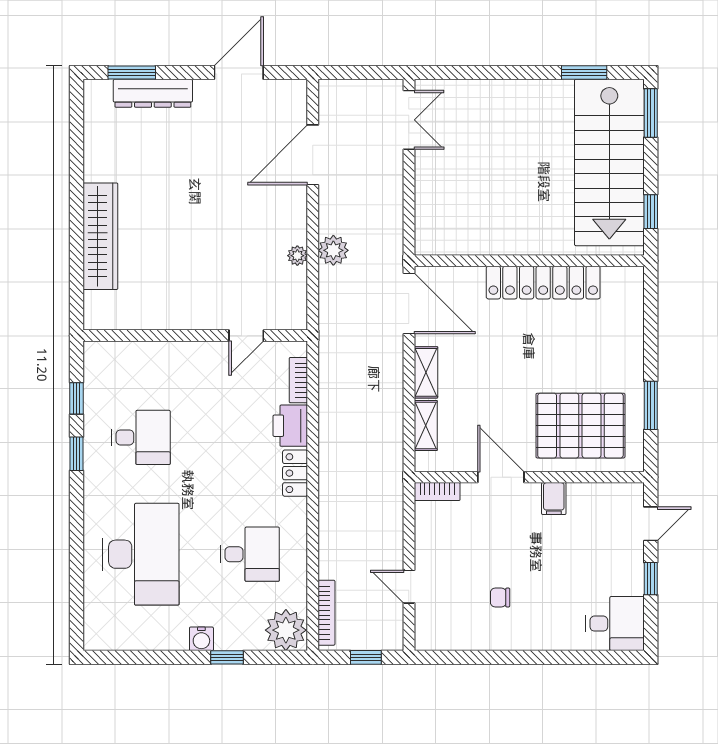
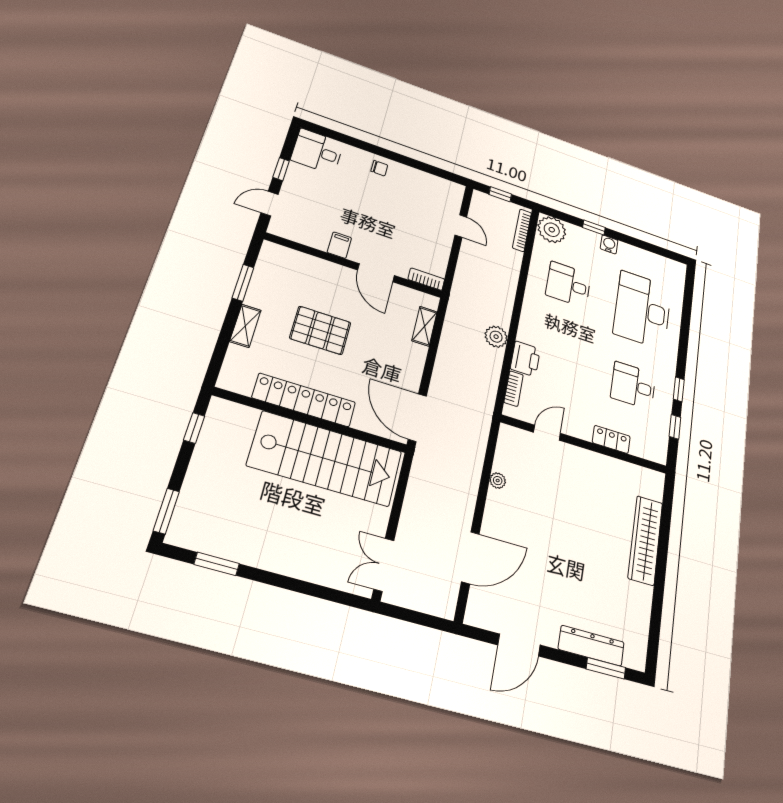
stairs: (609, 162) -> (325, 459), moved, turned 90
plant: (333, 250) -> (496, 337), moved
shelving: (426, 372) -> (245, 326), moved
pallet: (580, 426) -> (320, 330), moved, width x0.73, depth x0.71
locker: (295, 473) -> (611, 439), moved, turned -90
chair: (500, 597) -> (379, 168), moved

